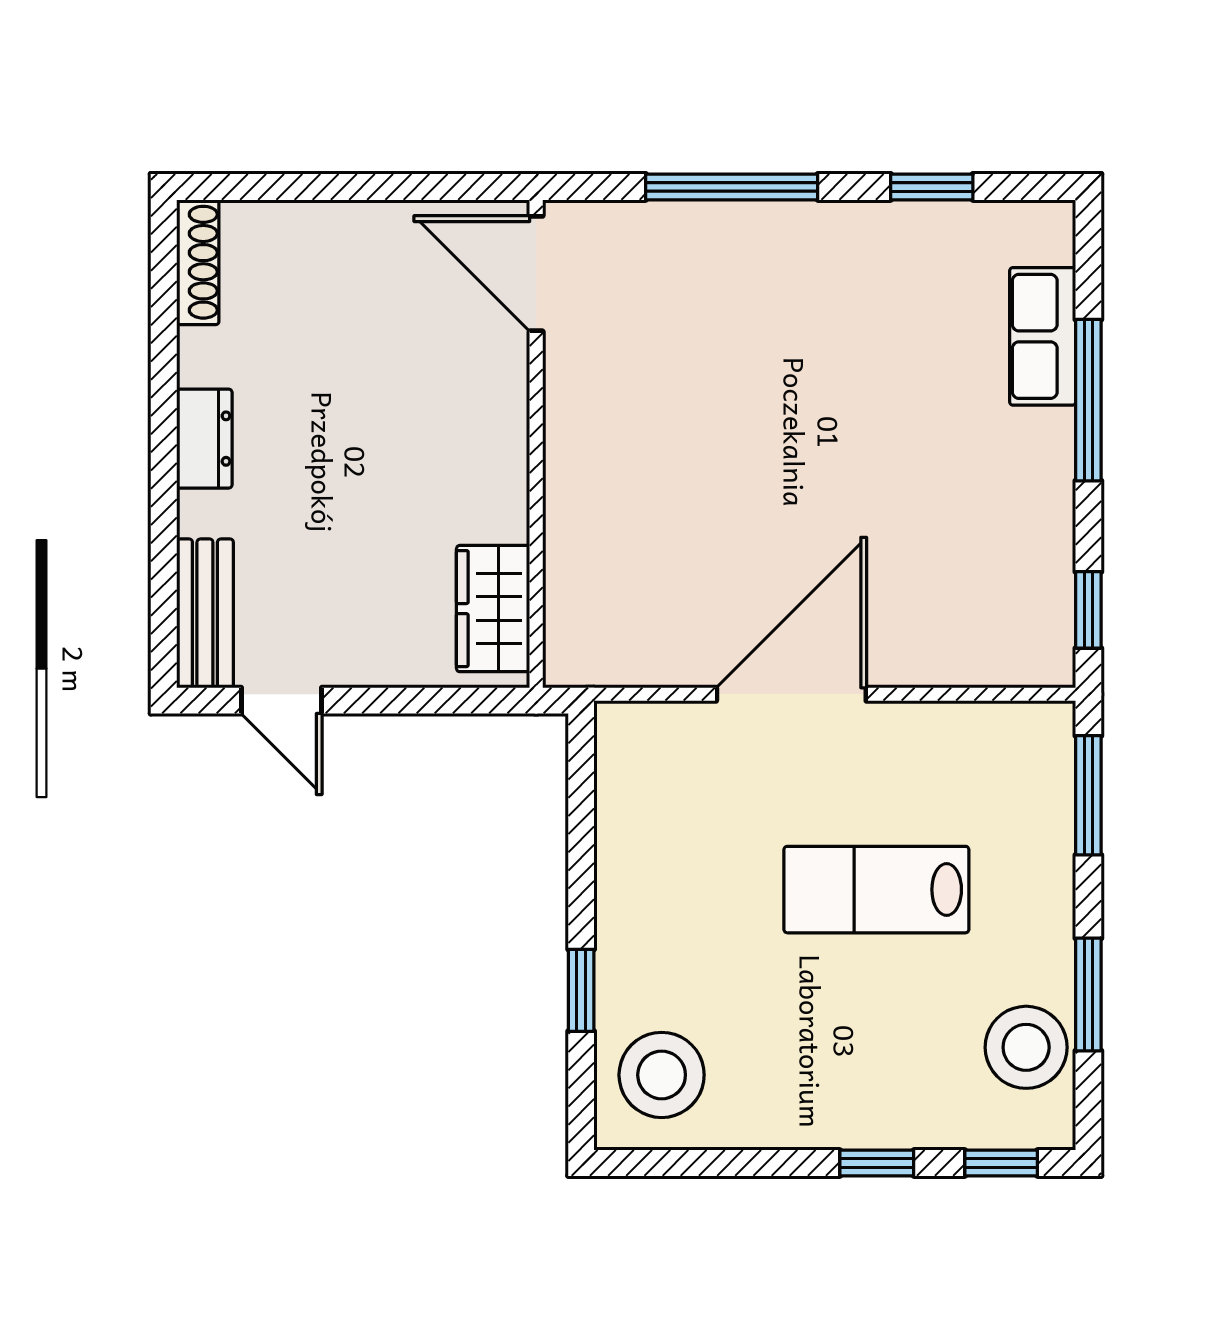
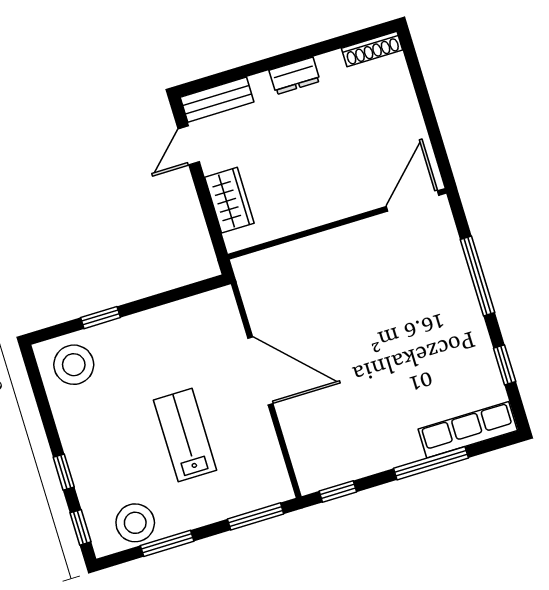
row of seats: (1043, 336) -> (468, 430), width x1.48
wardrobe: (493, 609) -> (229, 200), moved, turned 90

